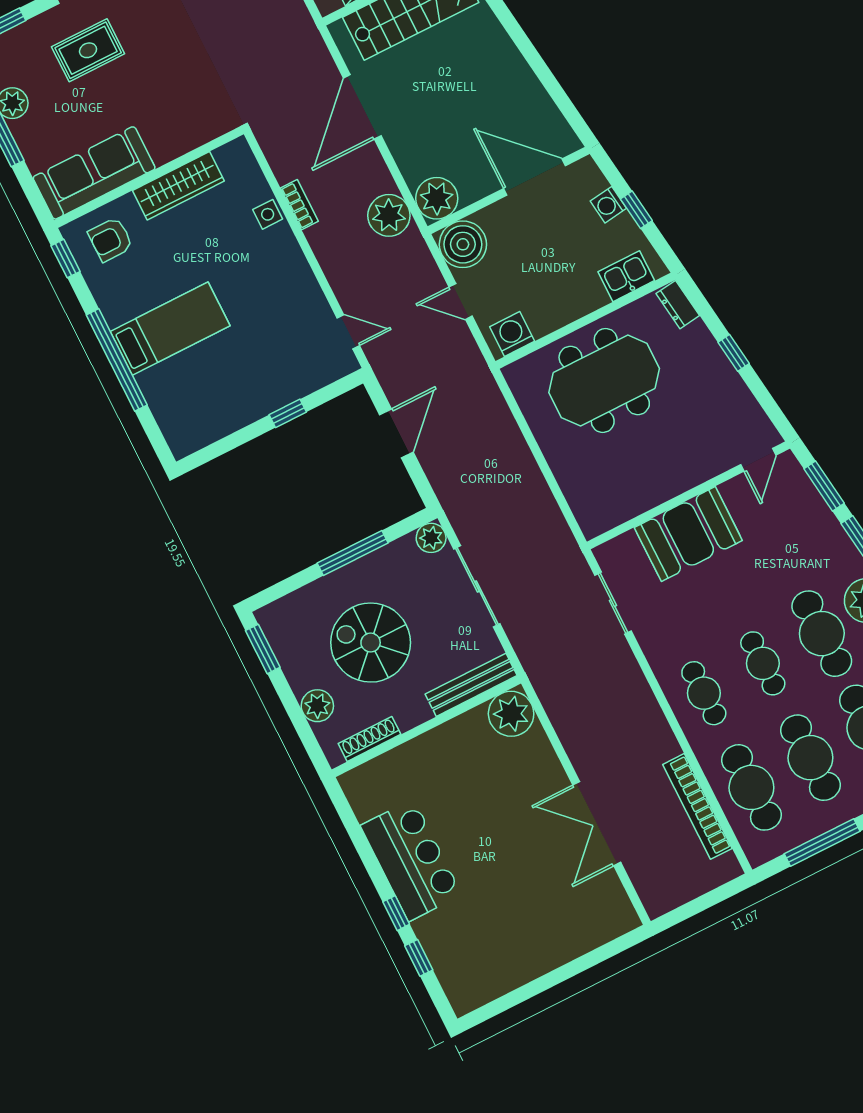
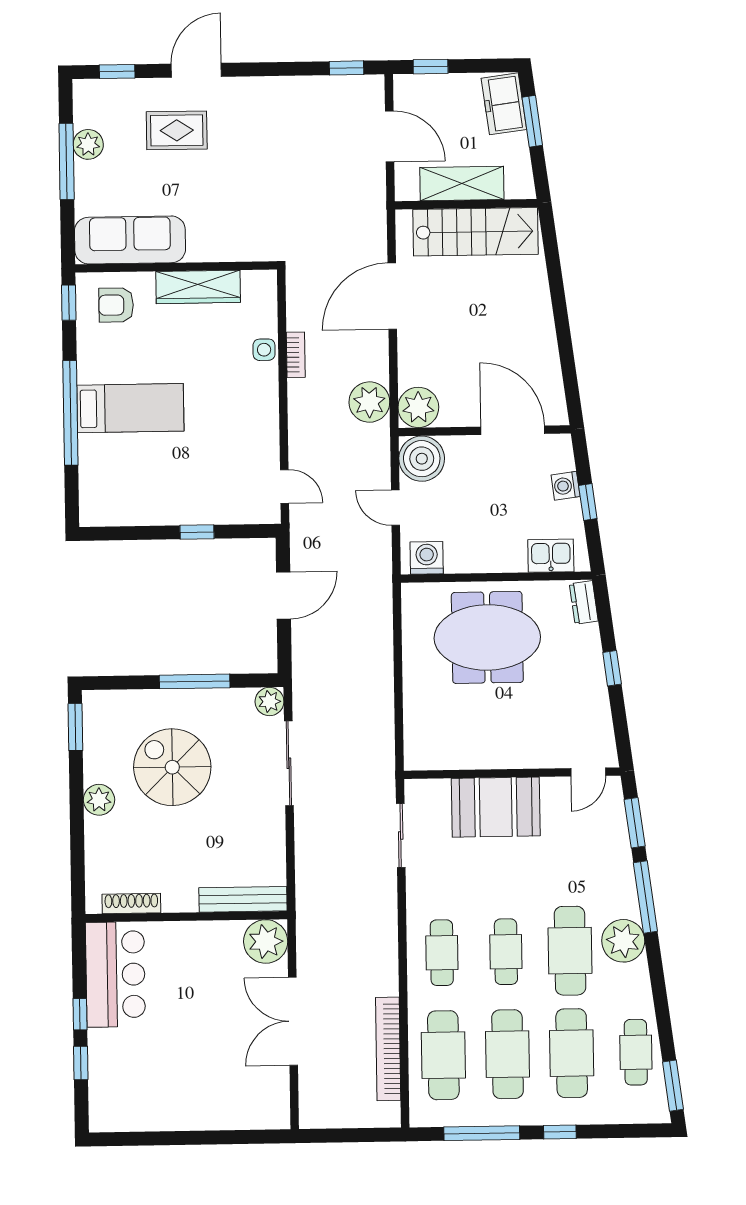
bench: (471, 685) -> (243, 899), moved
plant: (511, 714) -> (266, 941), moved
wall: (426, 726) -> (186, 917), moved
shoe rack: (370, 739) -> (131, 903), moved

